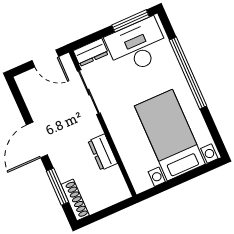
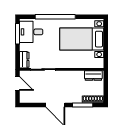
desk: (137, 46) -> (31, 32), width x0.73
door: (45, 59) -> (17, 83), hinge flipped
dresser: (103, 152) -> (93, 76), moved

